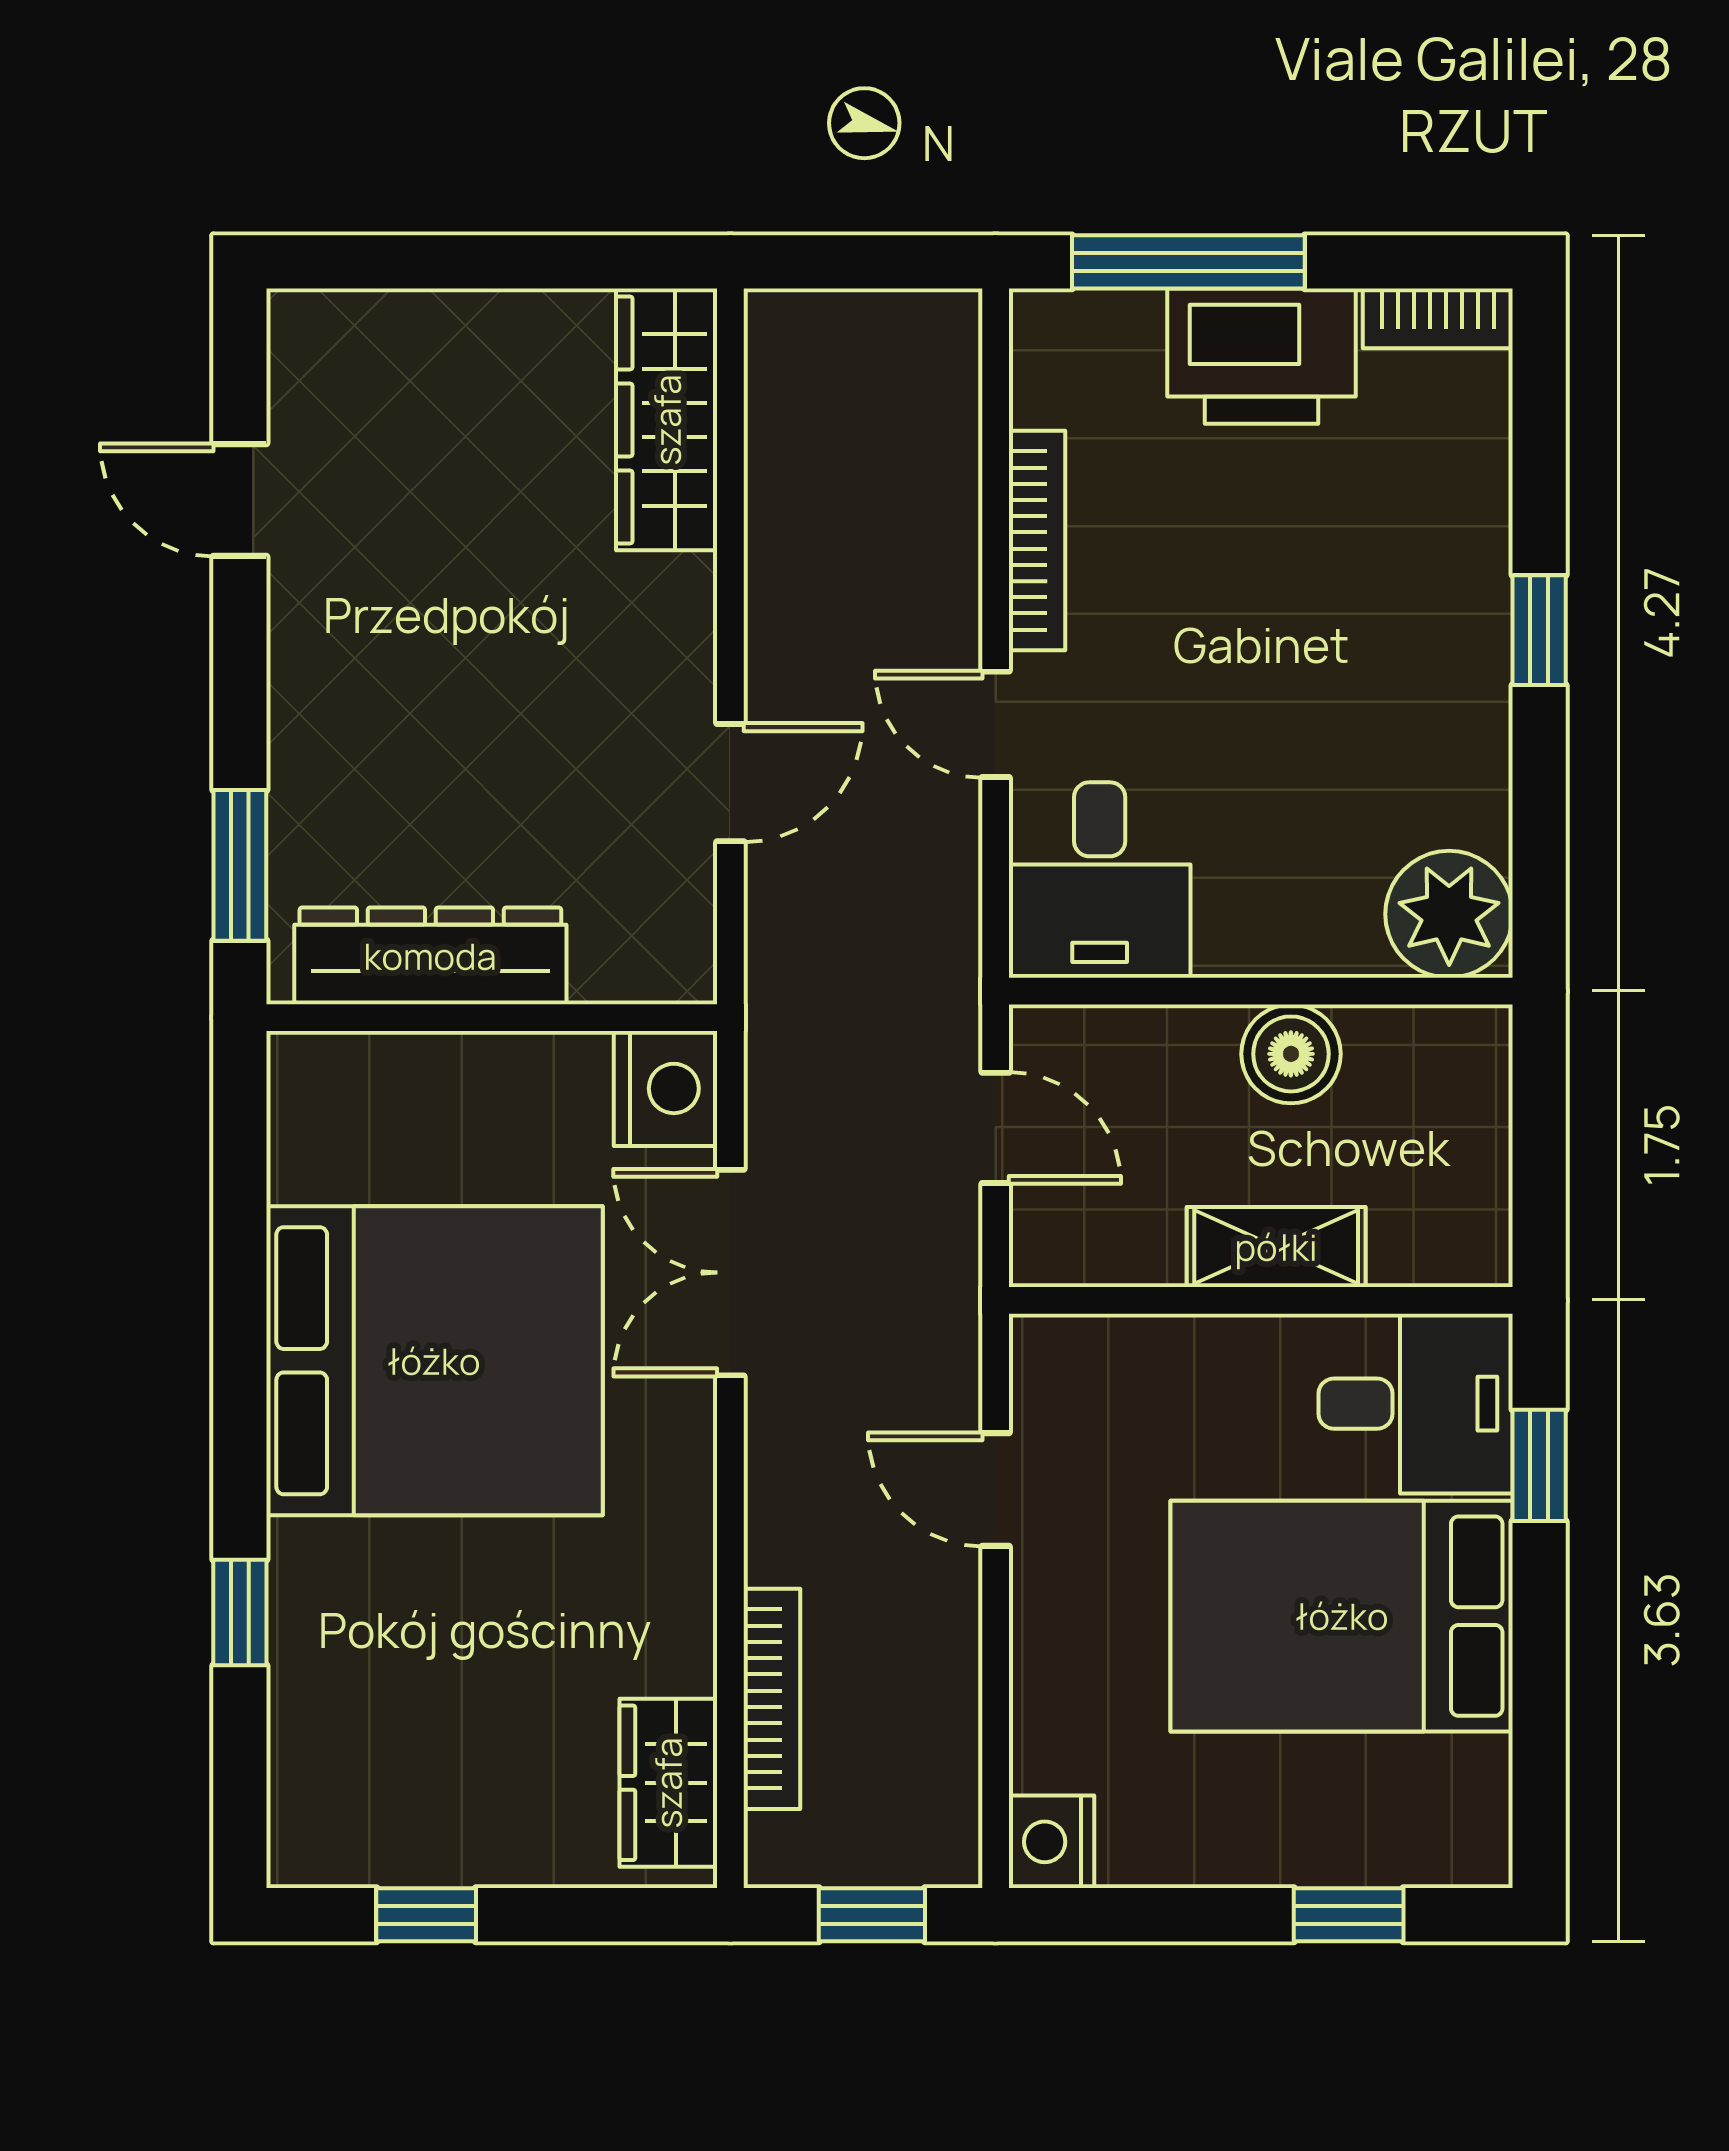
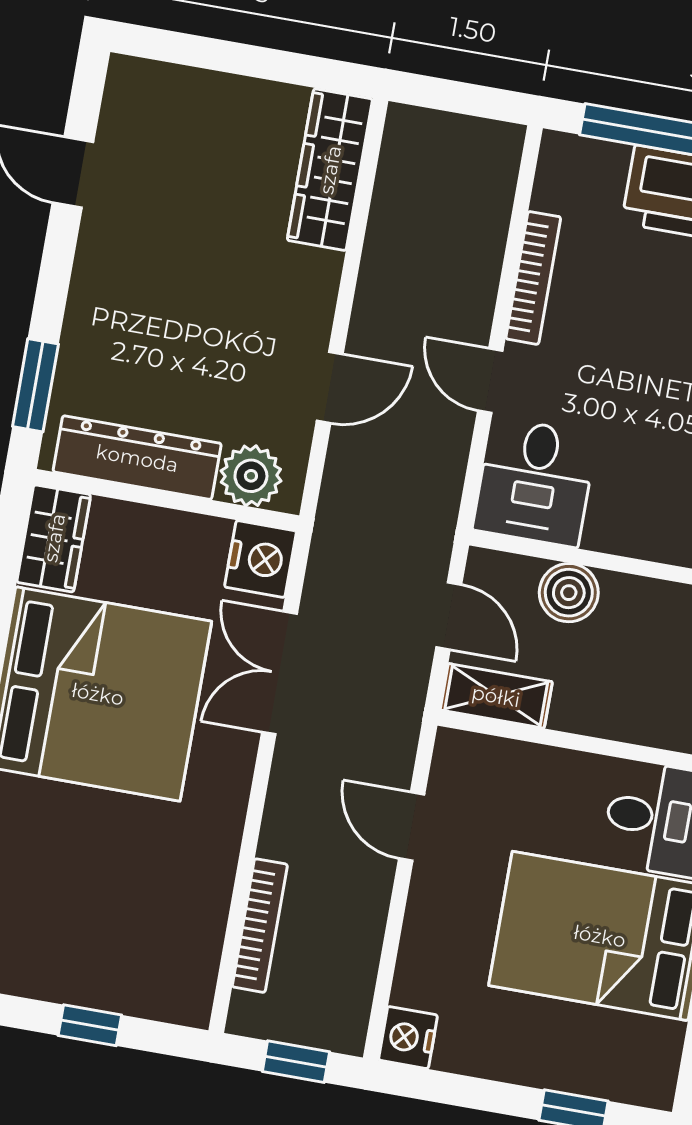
plant: (625, 953) -> (251, 476), added
boiler: (1291, 1054) -> (569, 593), moved
shelving: (1276, 1247) -> (496, 696), moved
wardrobe: (668, 1783) -> (54, 538), moved, turned 180
window: (426, 1915) -> (90, 1025), moved

